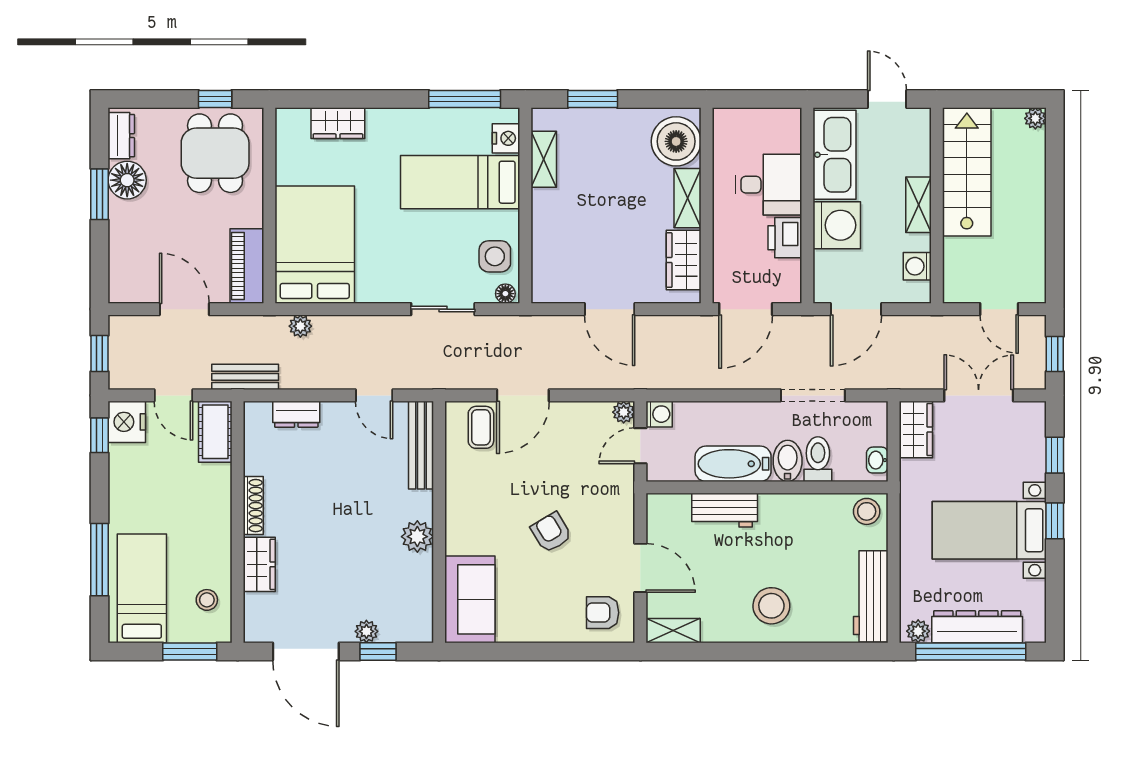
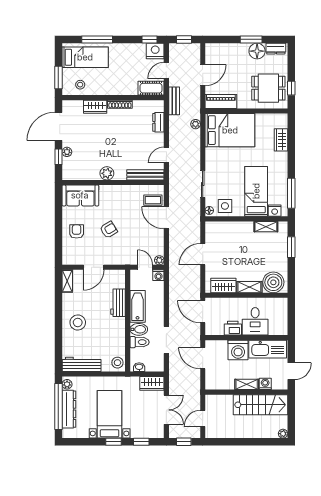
washing machine: (917, 266) -> (265, 384), moved
armchair: (603, 613) -> (77, 231), moved

